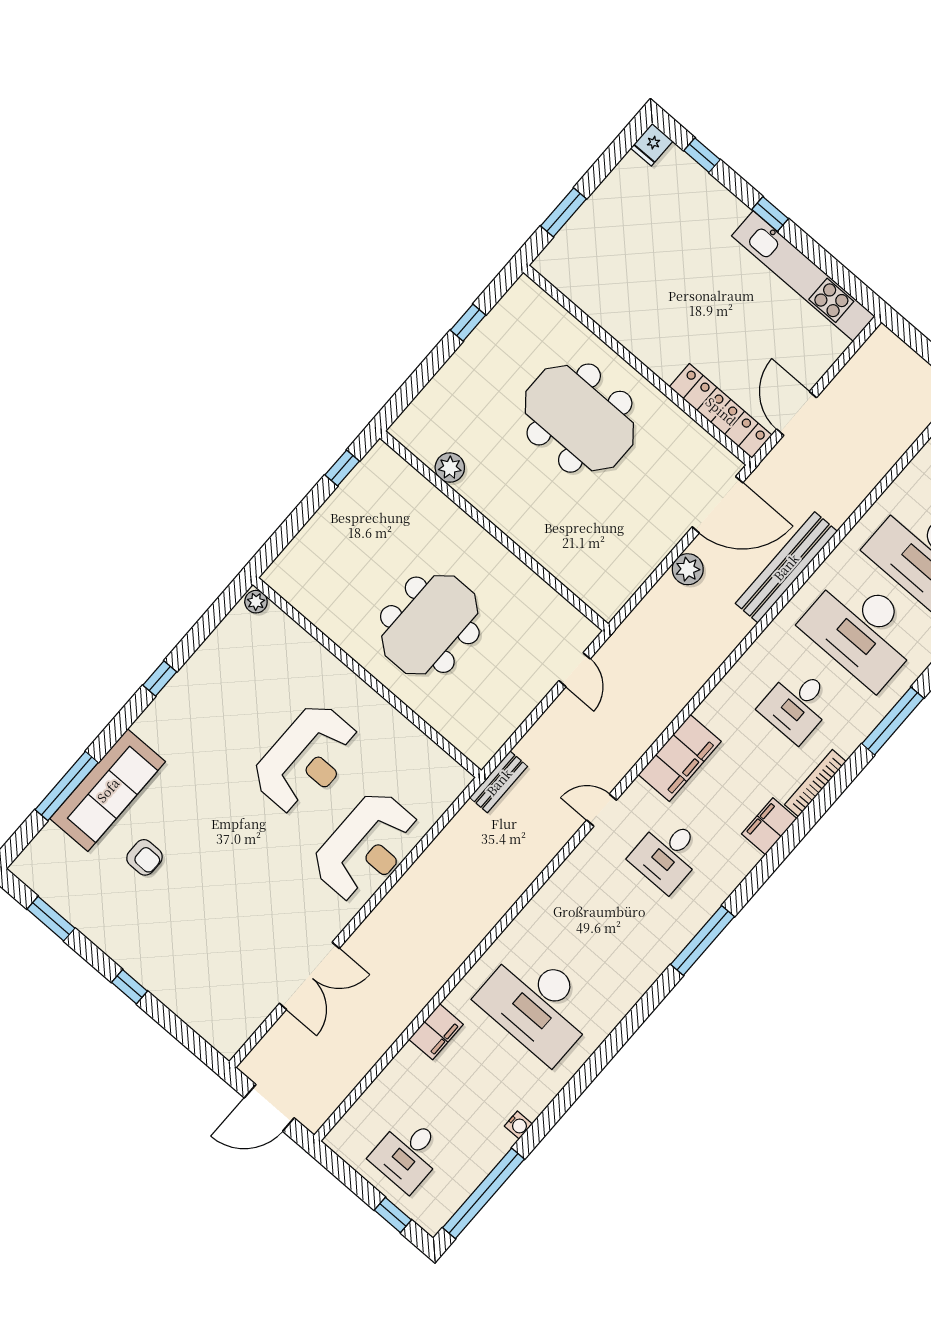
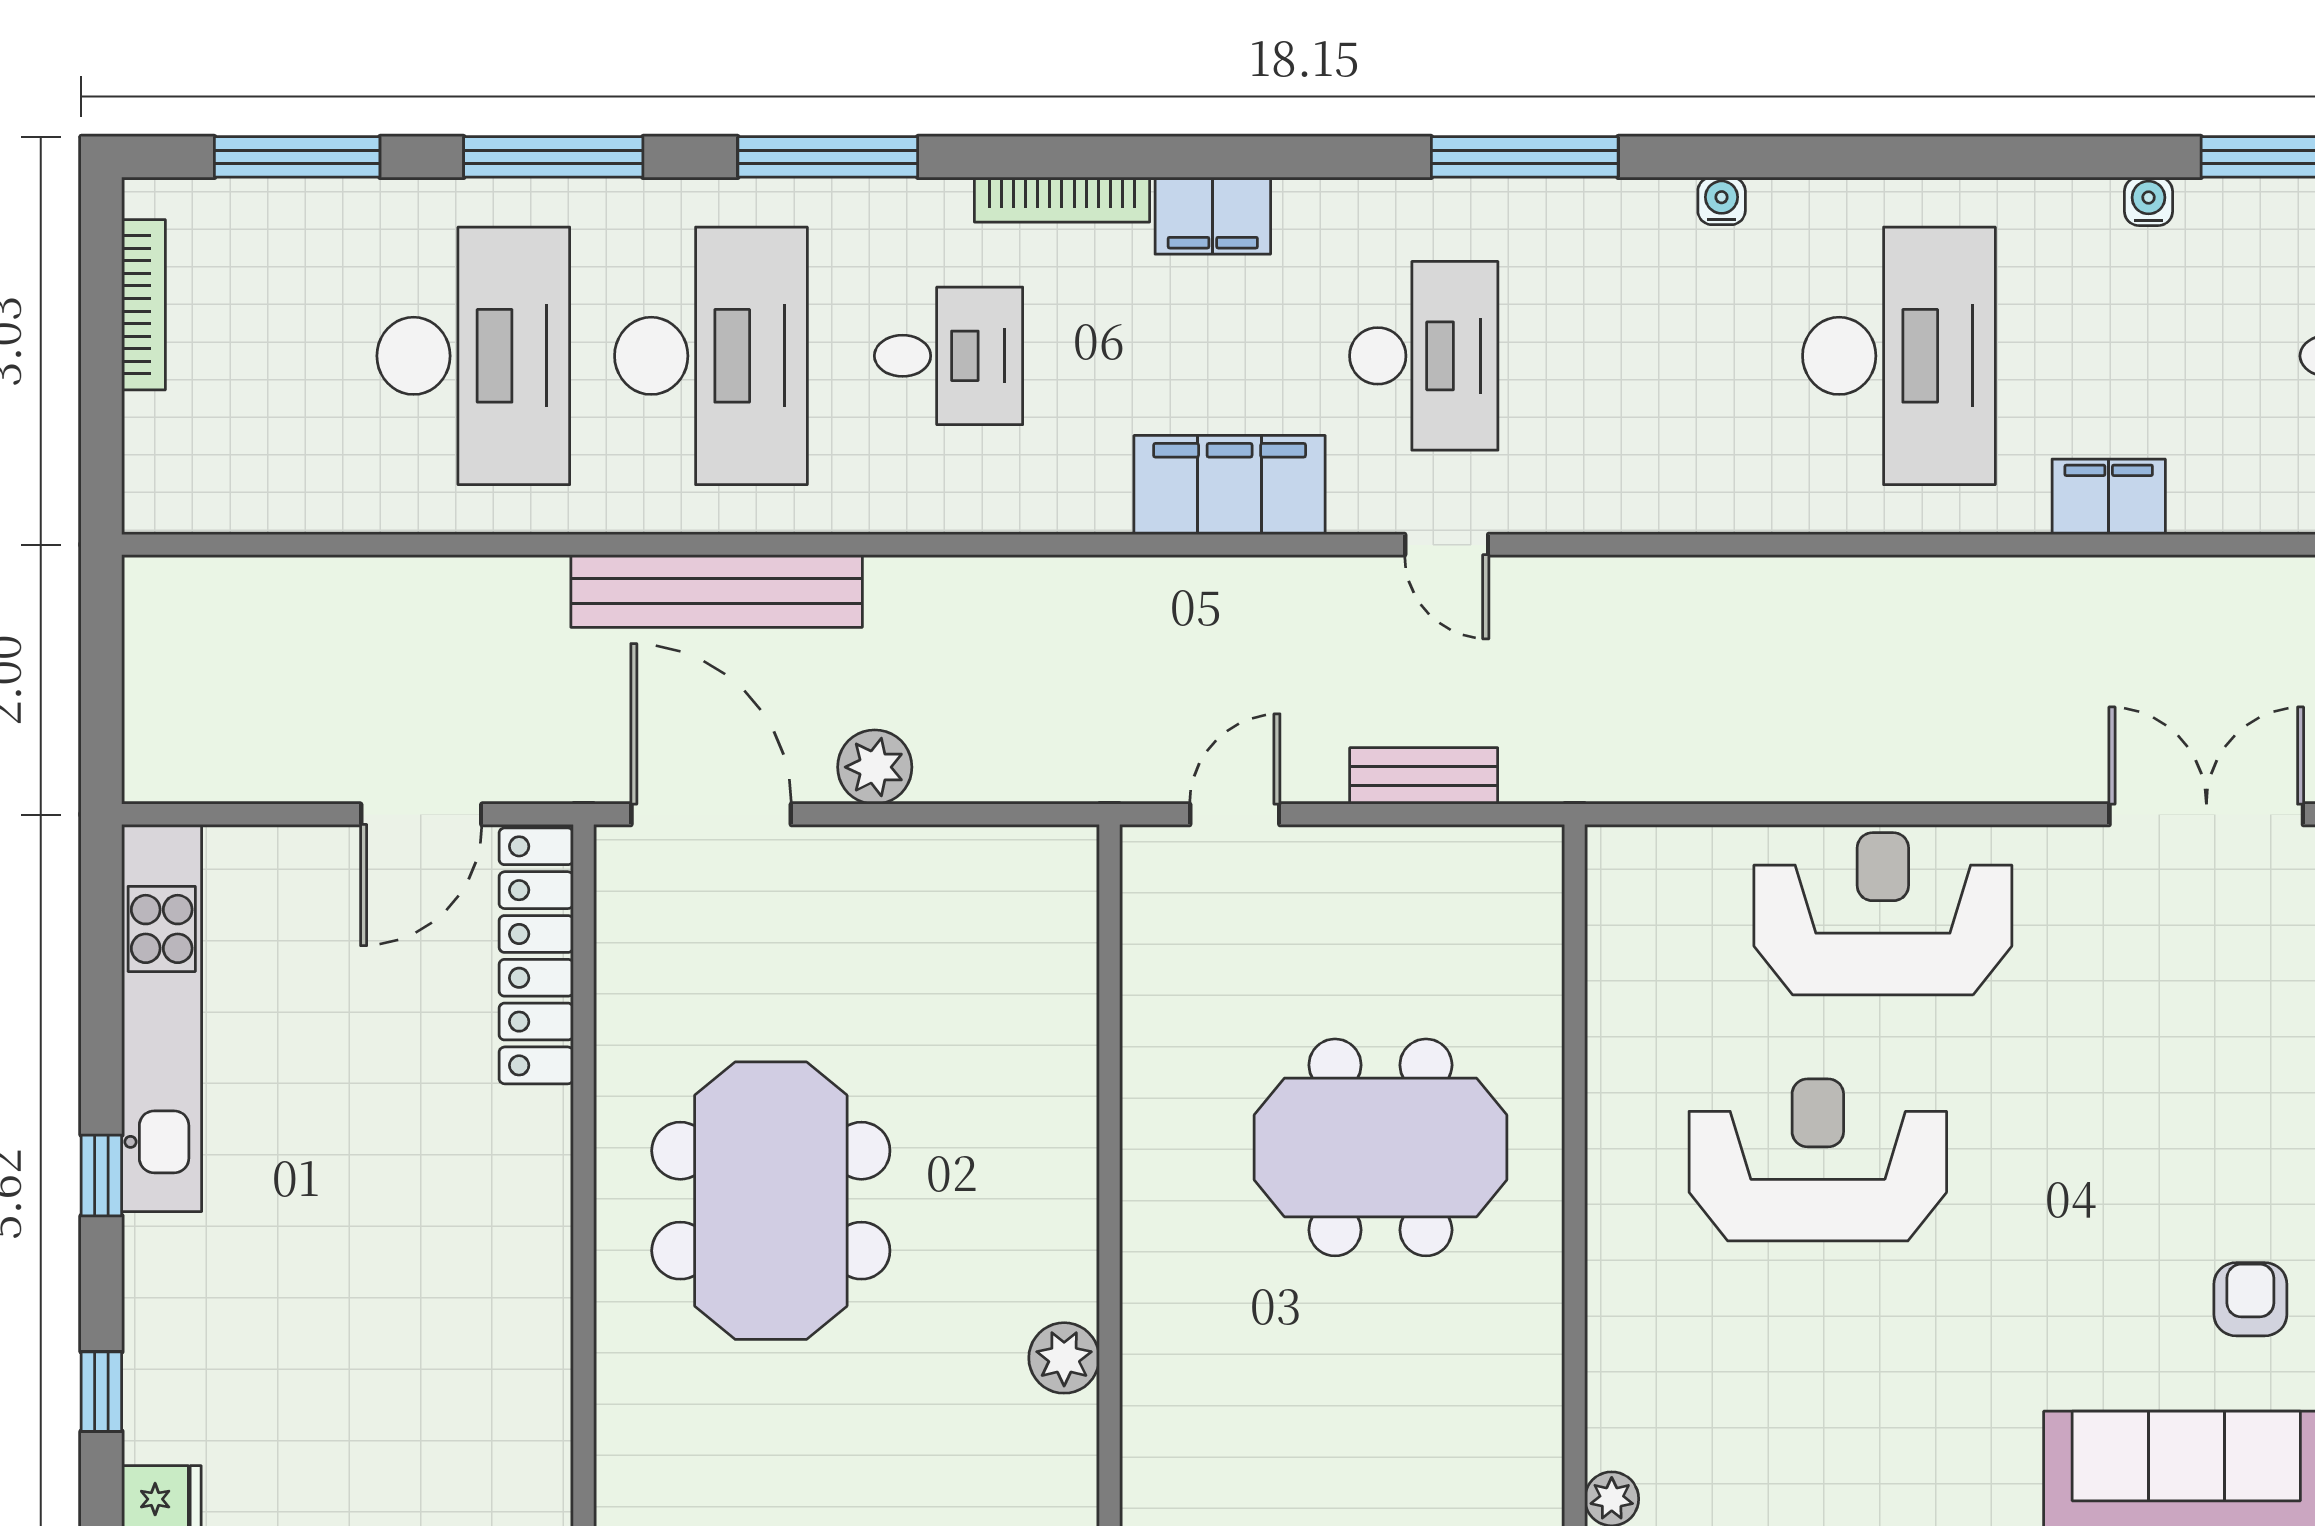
bench: (499, 782) -> (1424, 776), moved
desk: (667, 854) -> (1424, 356), width x1.37
water cooler: (635, 991) -> (1722, 201), added

